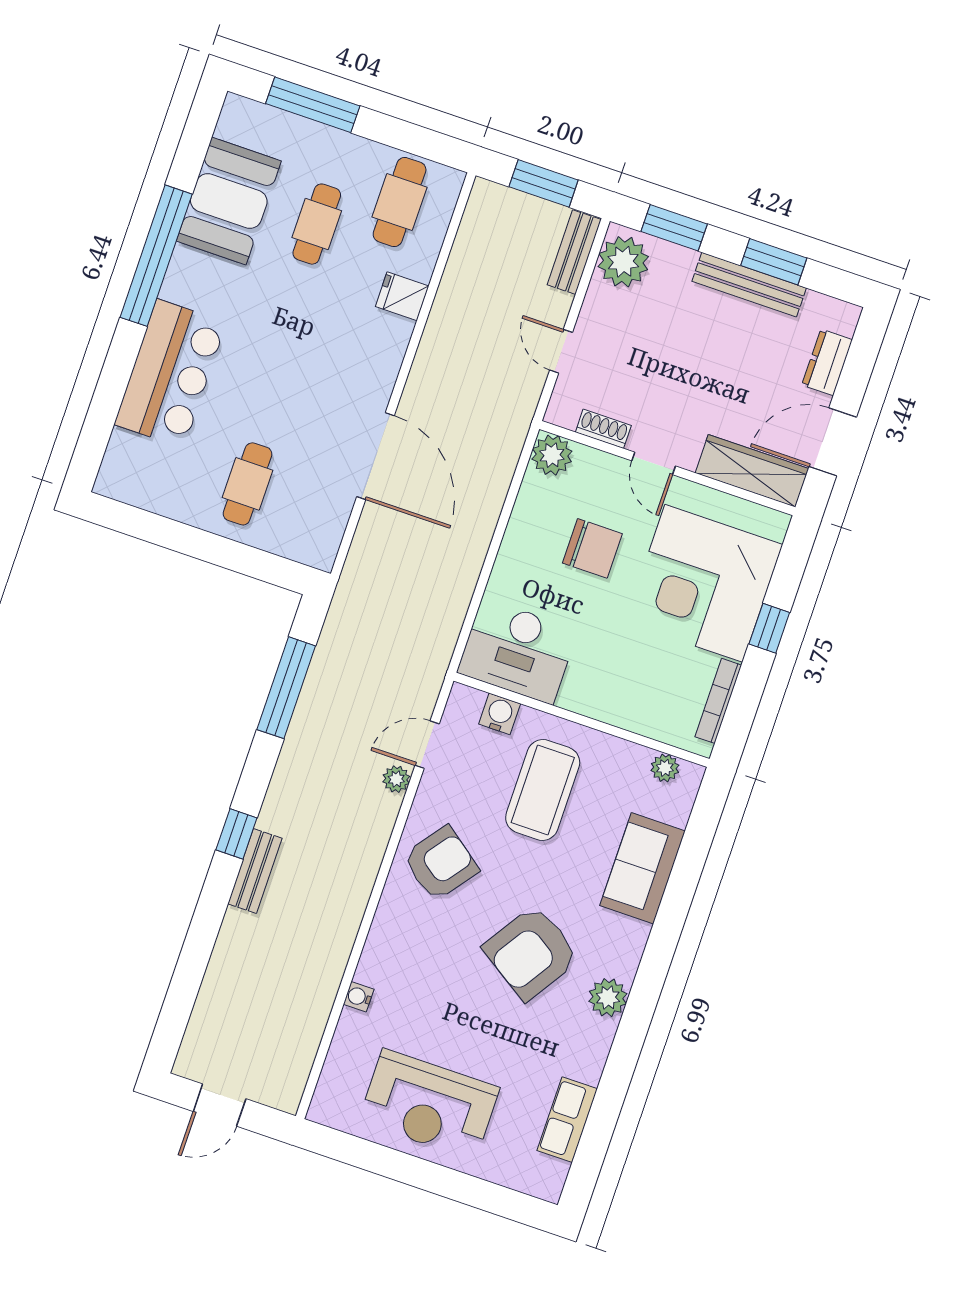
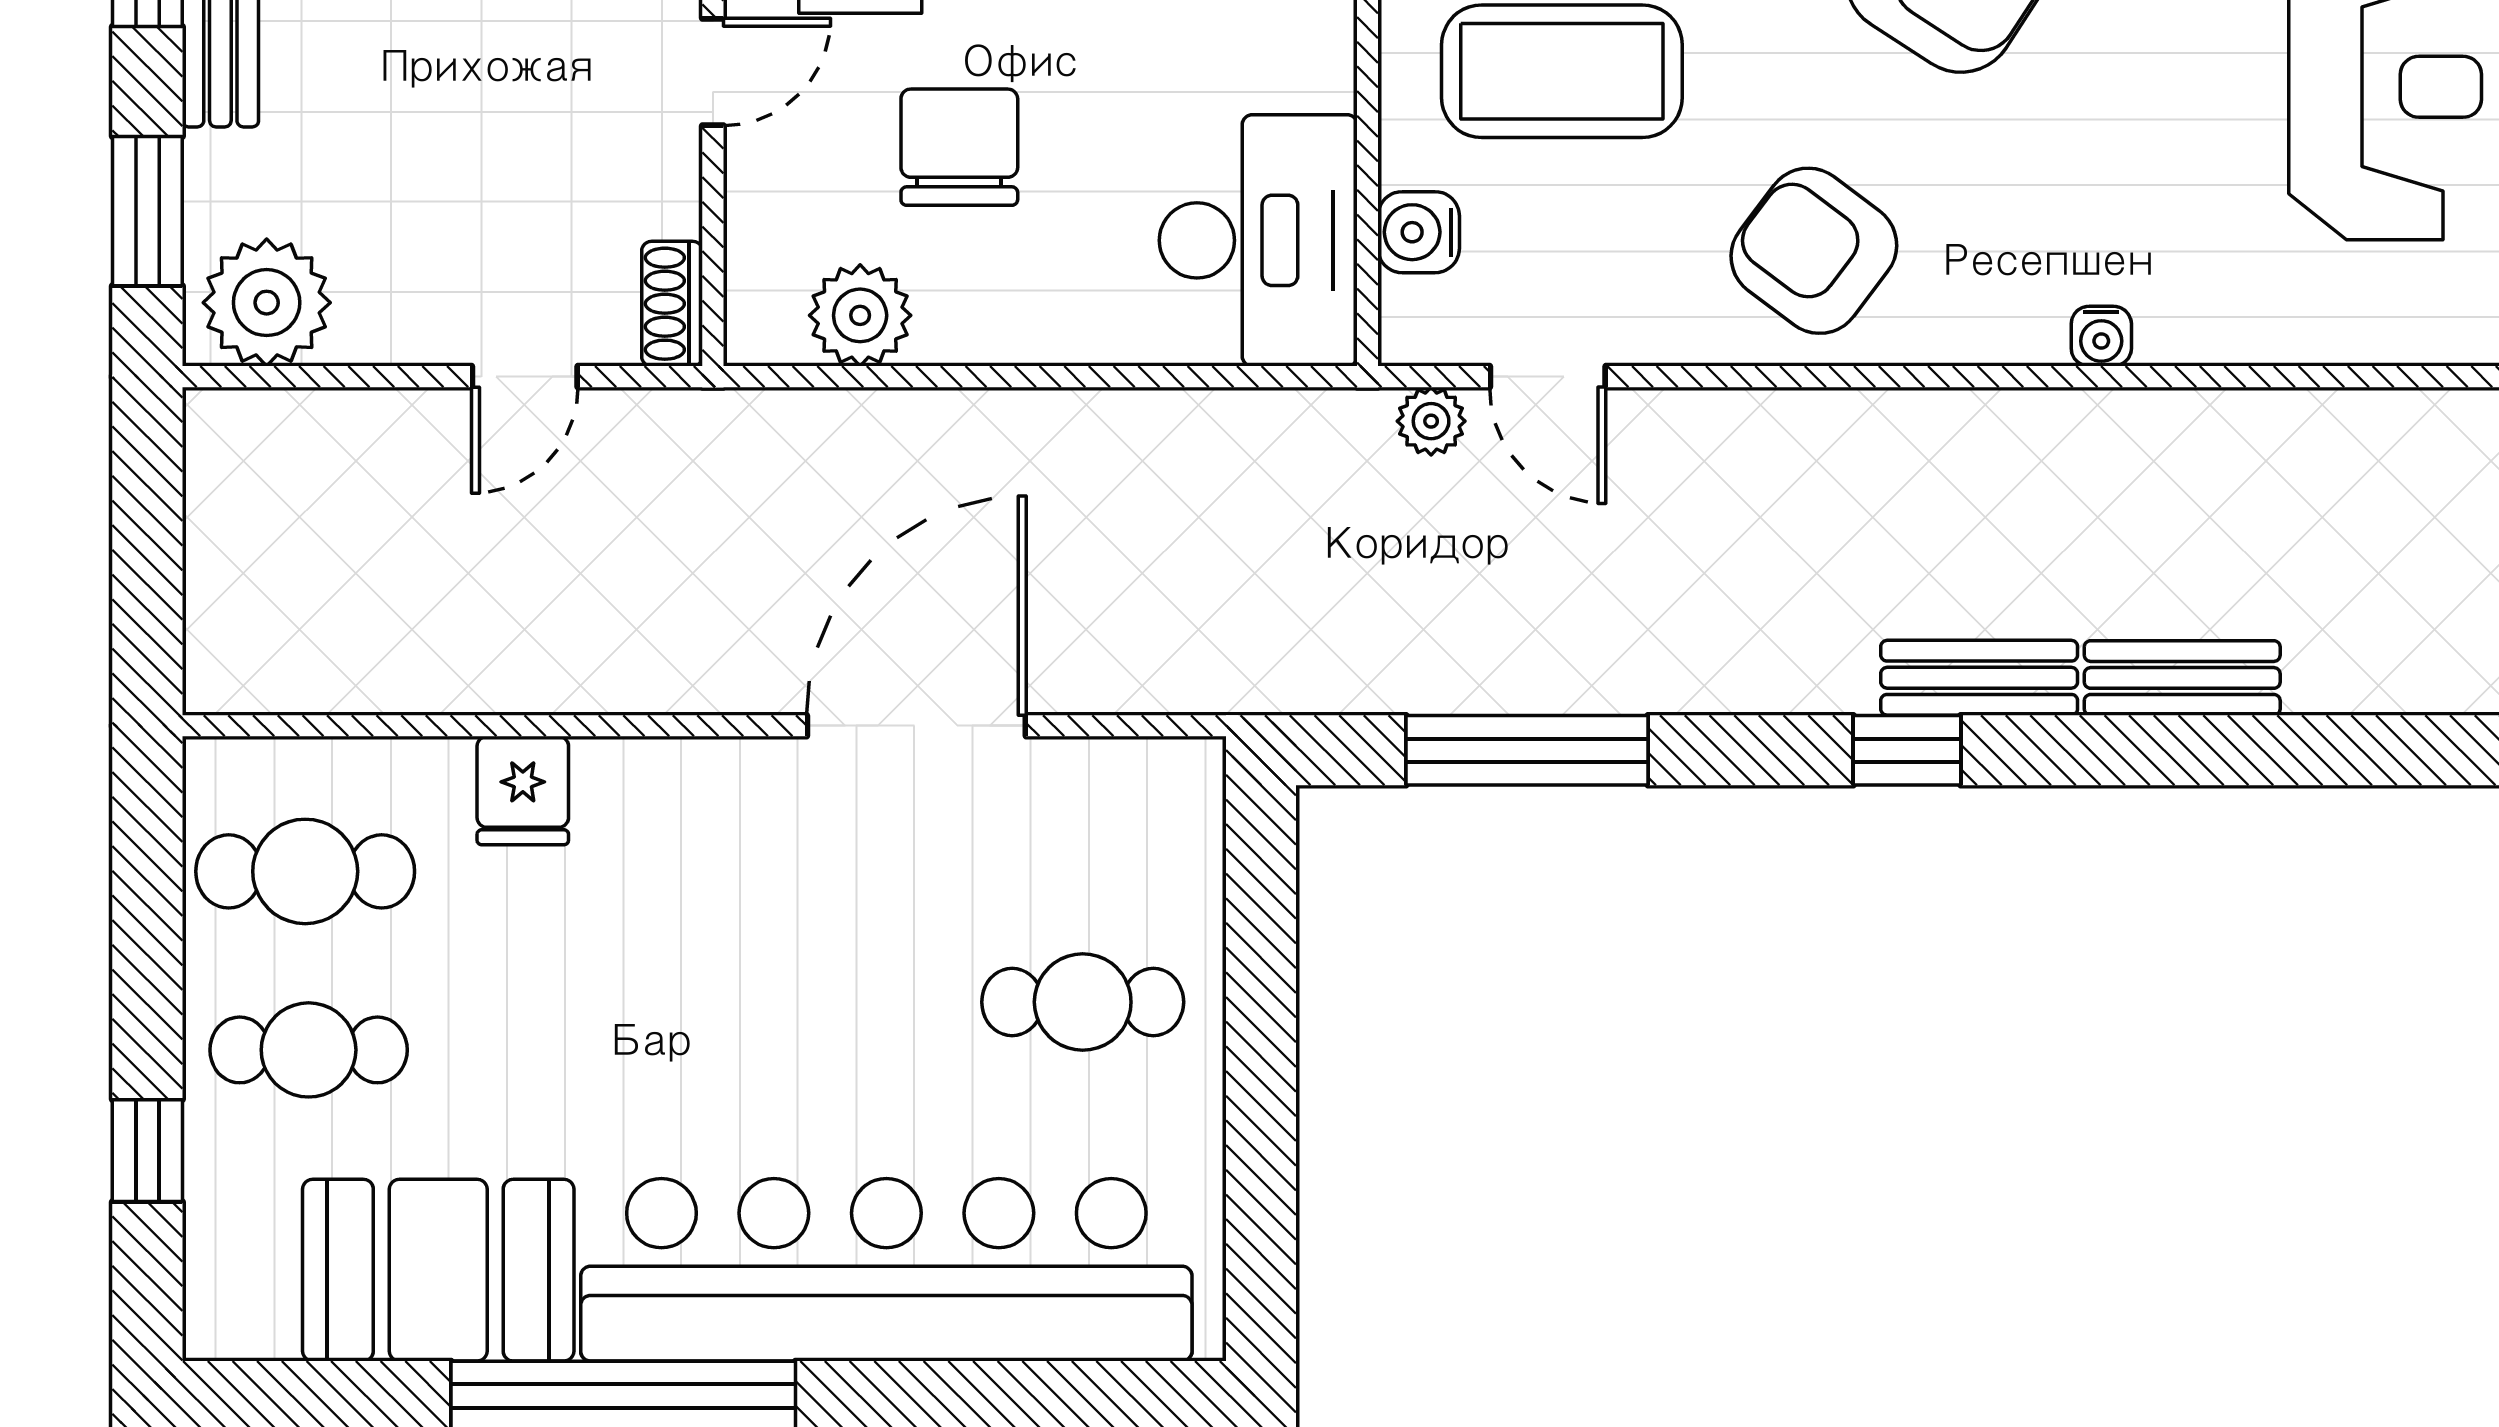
window: (313, 105) -> (147, 1151), width x0.46
window: (544, 183) -> (147, 551), removed
cafe table: (317, 224) -> (309, 1050), moved
bench: (574, 252) -> (2182, 678), moved
bar counter: (170, 373) -> (886, 1270), width x1.86
shoe rack: (603, 429) -> (672, 304), moved
plant: (552, 455) -> (860, 315), moved
plant: (396, 779) -> (1431, 421), moved
water cooler: (359, 997) -> (2101, 336), moved

